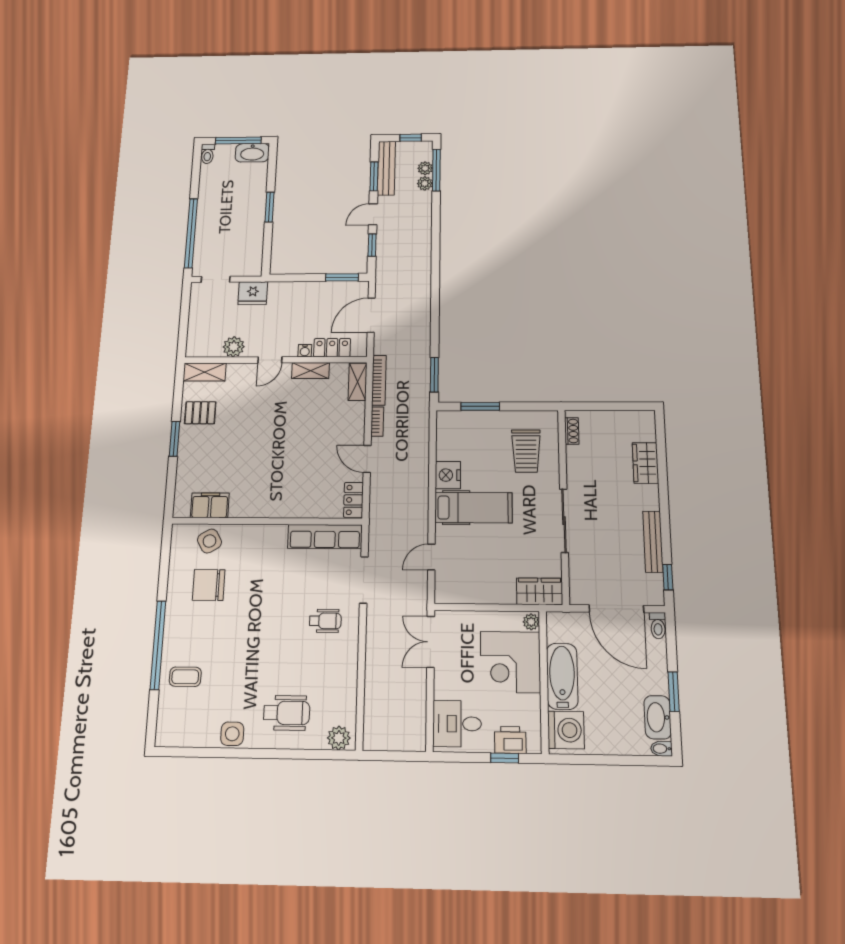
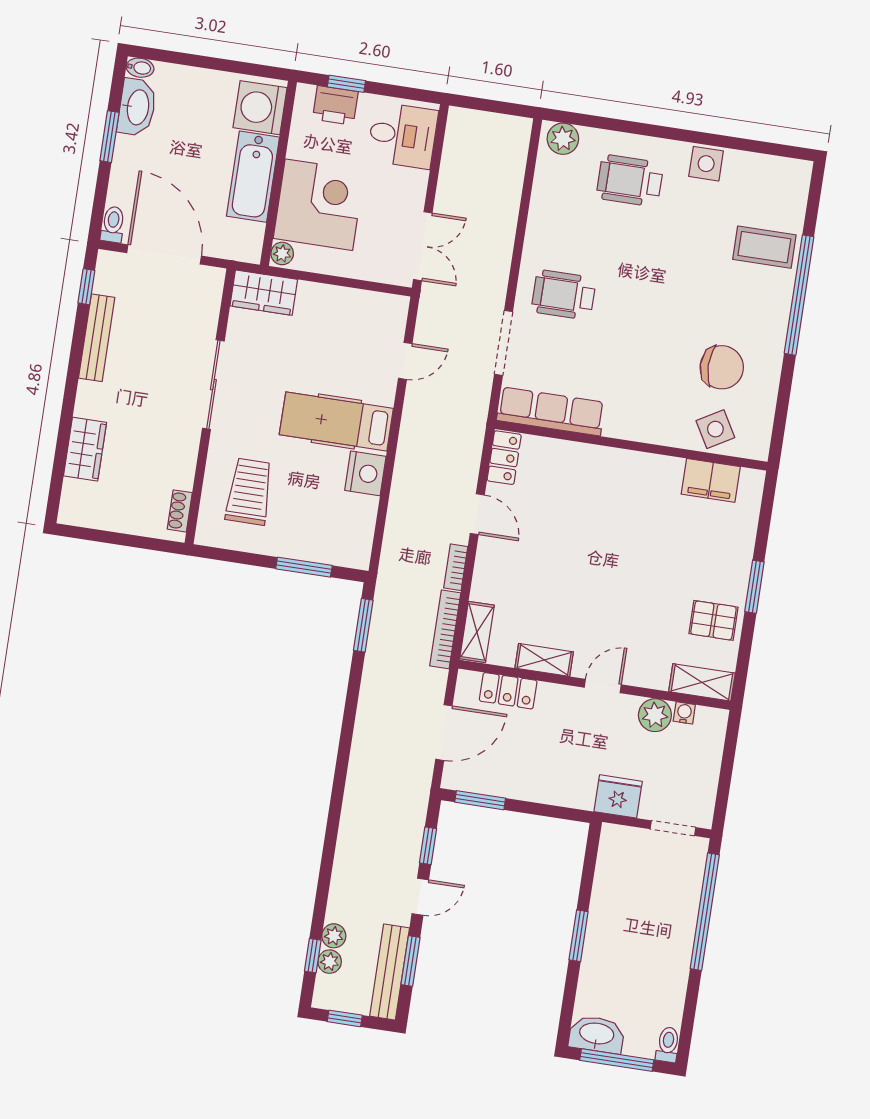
window: (436, 170) -> (313, 956), width x0.46
water cooler: (305, 351) -> (684, 713), moved
wheelchair: (325, 621) -> (564, 295), width x1.36, depth x1.37
coffee table: (185, 677) -> (764, 247), width x1.36, depth x1.30

